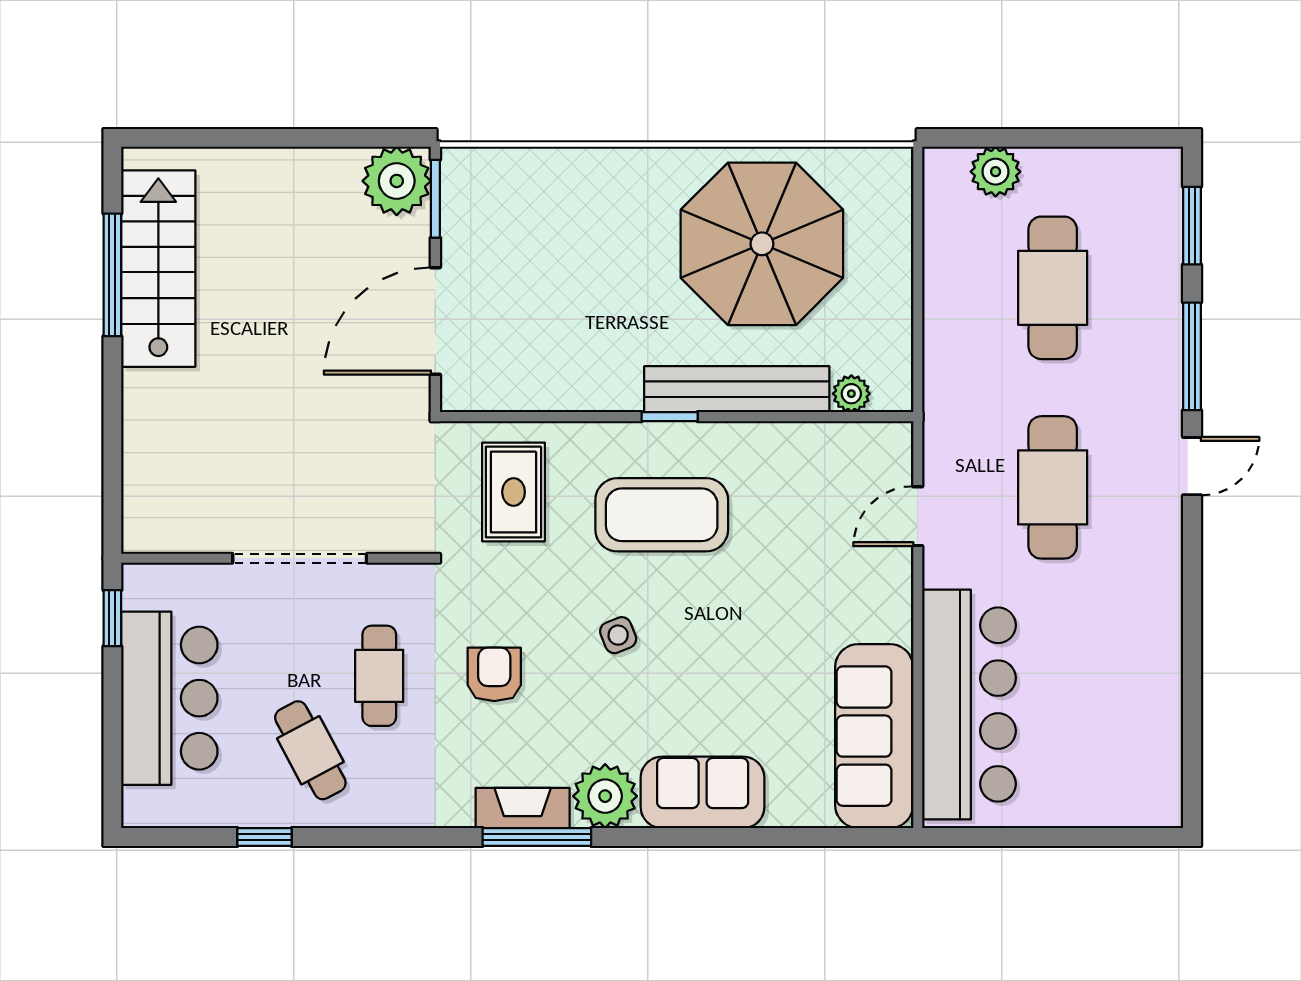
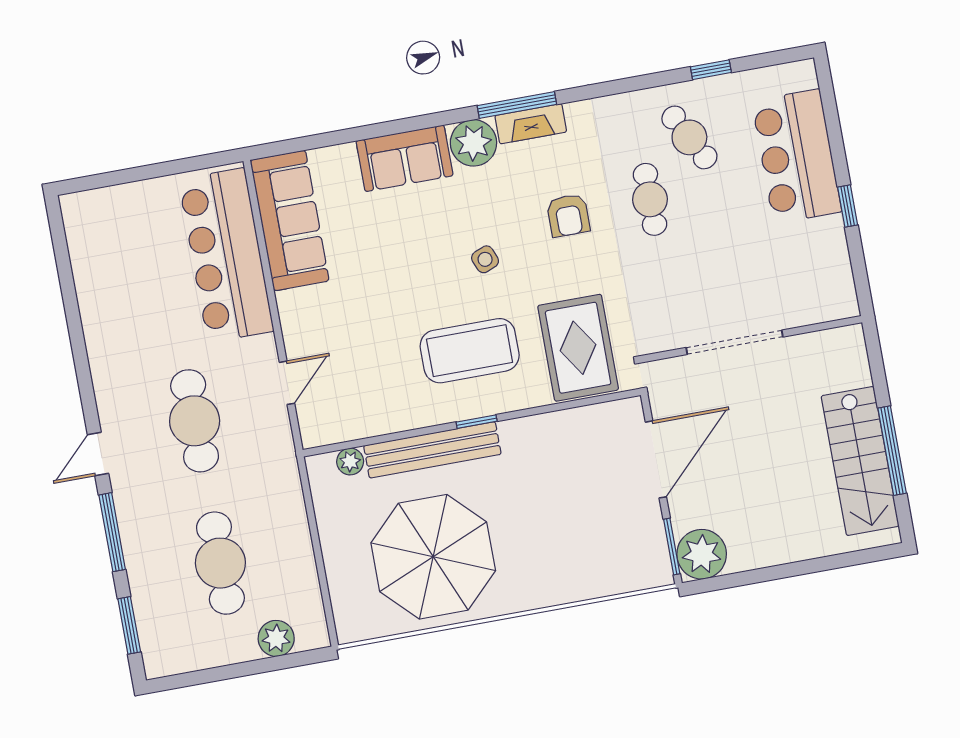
rug: (514, 492) -> (578, 348), width x1.36, depth x1.43
wall: (276, 558) -> (751, 339), moved
doorway: (300, 558) -> (735, 342), moved

